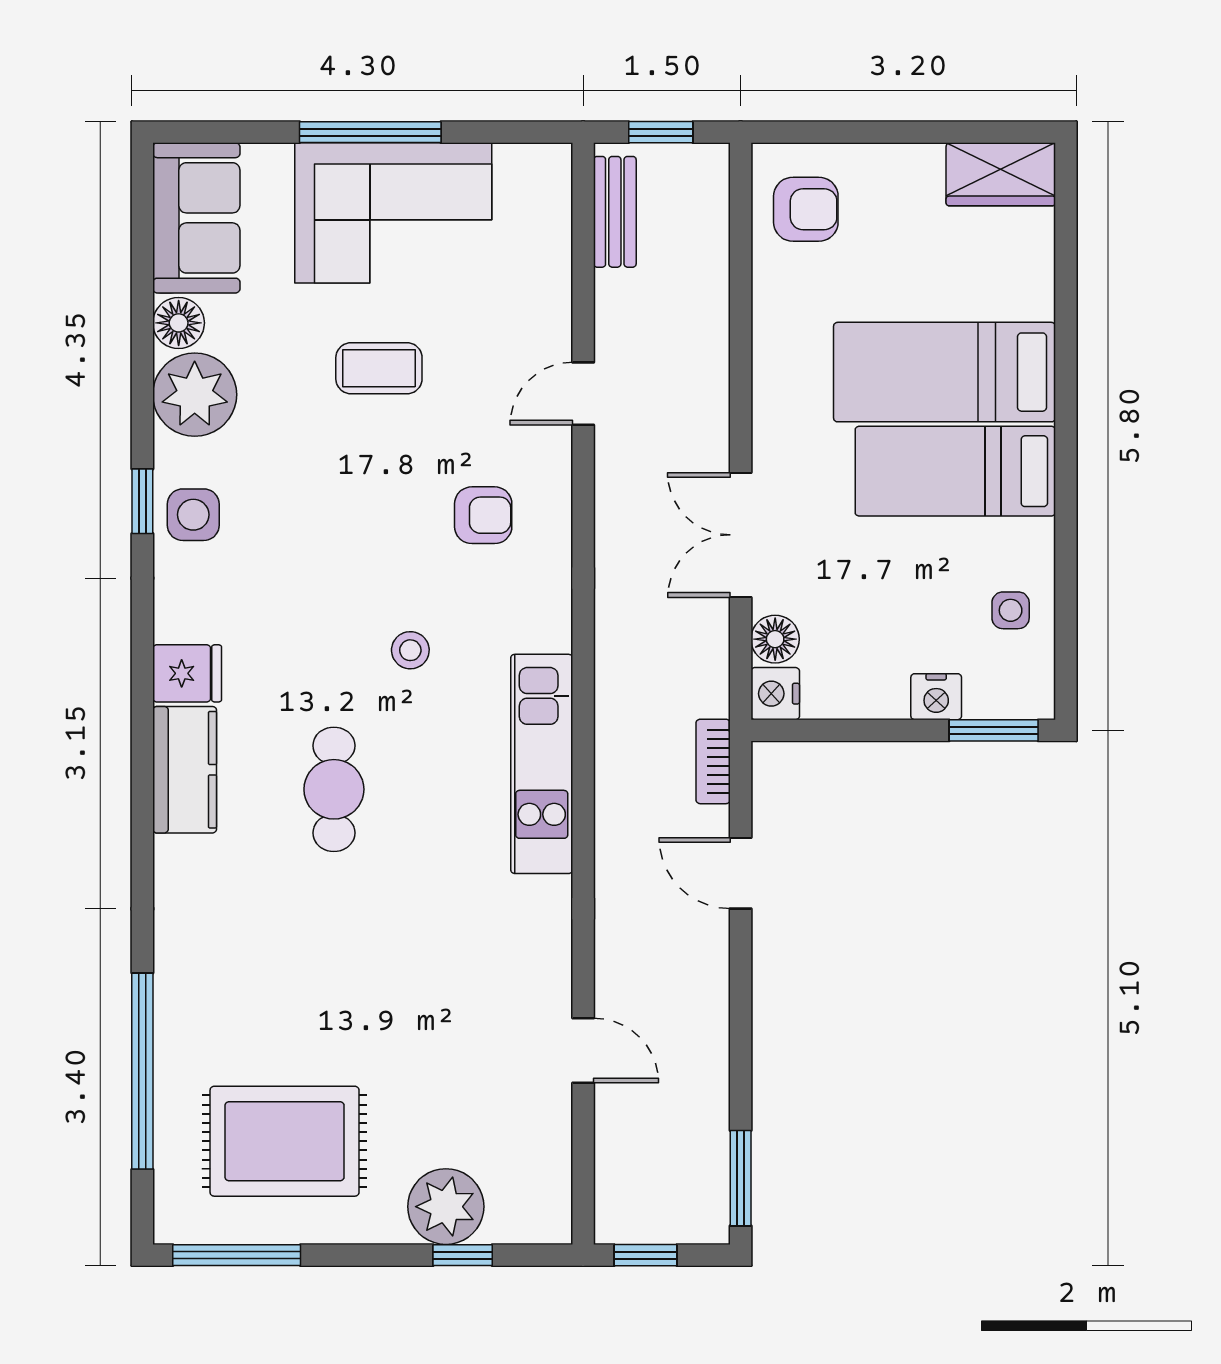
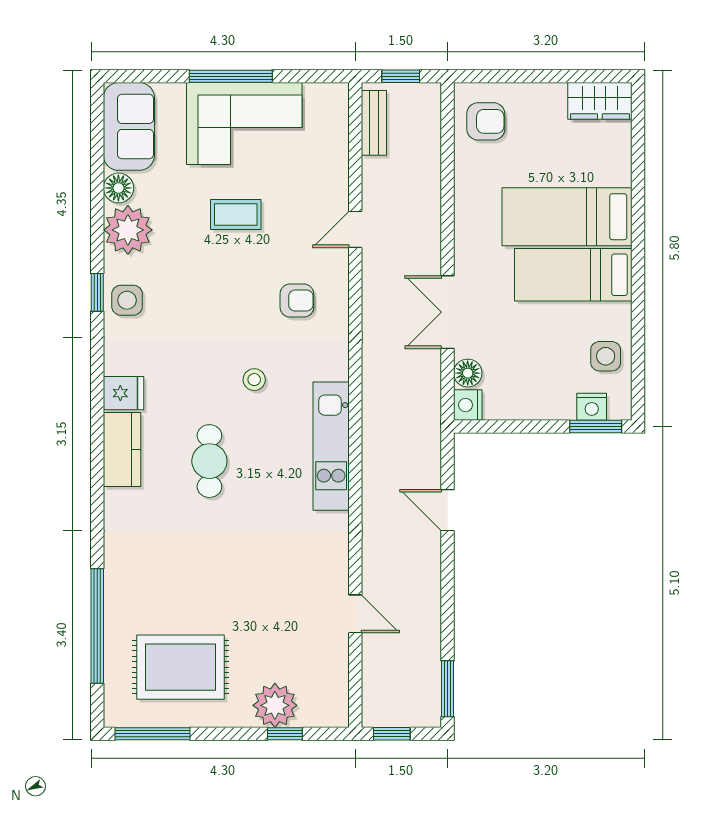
side table: (1011, 610) -> (606, 356), width x1.37, depth x1.37
nightstand: (936, 697) -> (592, 407), moved
bookcase: (713, 761) -> (431, 445), removed

